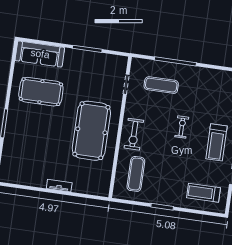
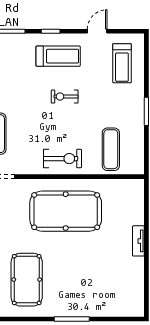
exercise bike: (182, 127) -> (65, 97), moved
exercise mat: (136, 174) -> (111, 149), turned 90

